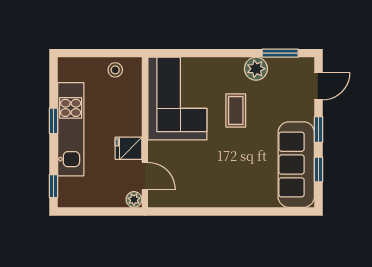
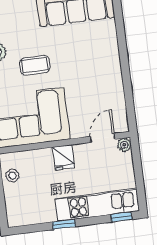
kitchen unit: (71, 129) -> (97, 205), moved
fridge: (128, 148) -> (63, 157), moved

